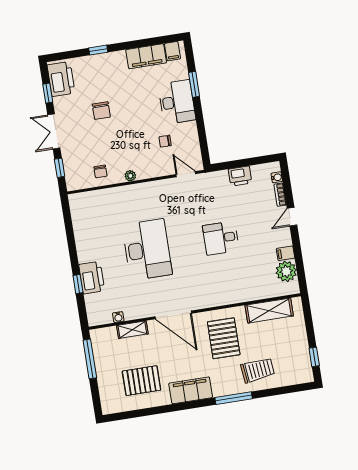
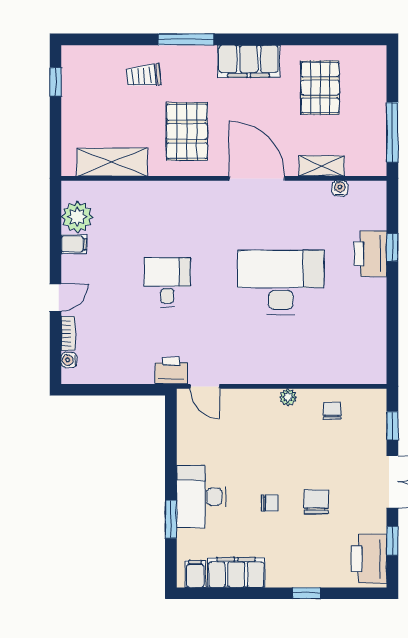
chair: (165, 141) -> (270, 503), moved
printer: (240, 176) -> (171, 371), moved
desk: (221, 238) -> (167, 282), turned -90
desk: (147, 250) -> (281, 282), turned 90
trolley: (258, 370) -> (143, 76), width x0.73, depth x0.72
pallet: (141, 381) -> (320, 87), turned 90

